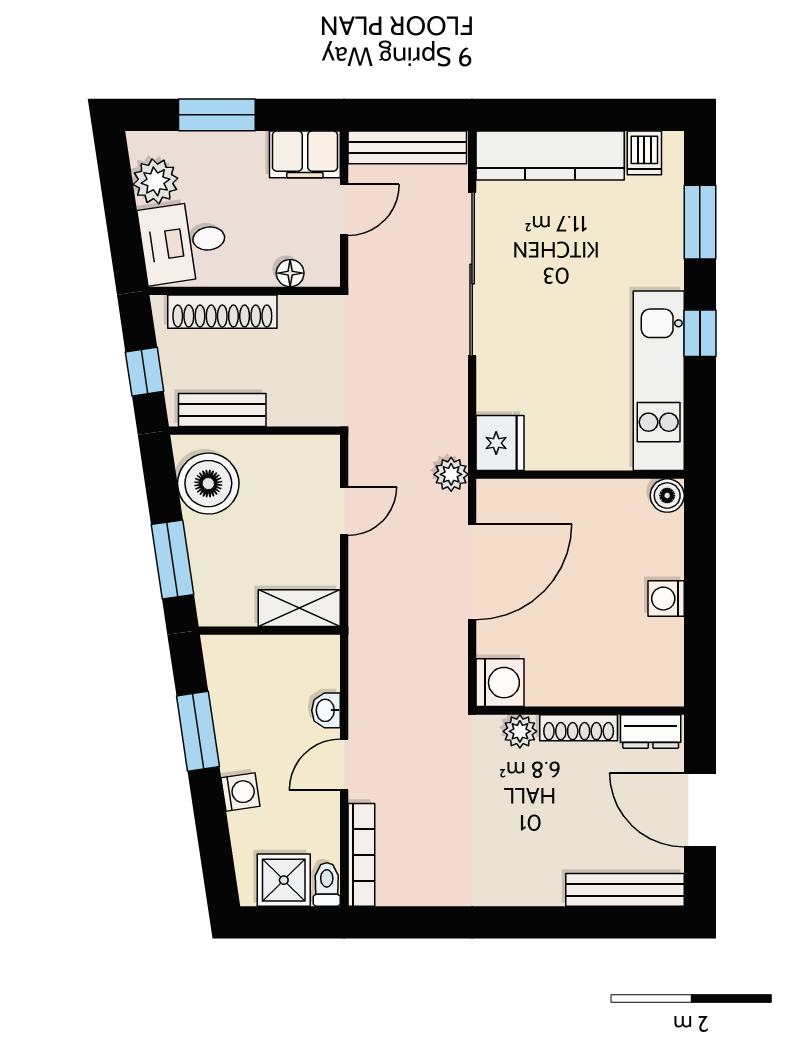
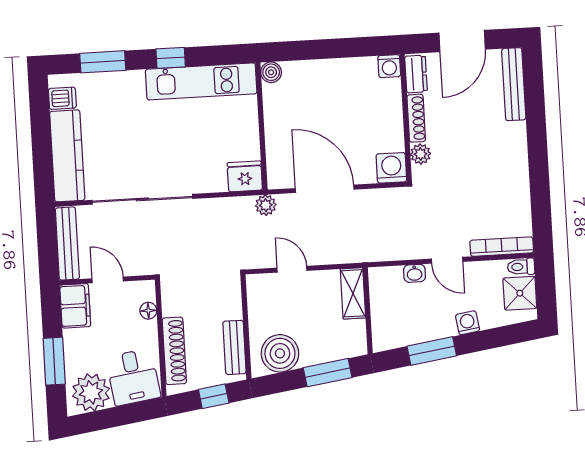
plant: (155, 181) -> (91, 392), width x1.36, depth x1.36
washing machine: (666, 599) -> (389, 66), moved

